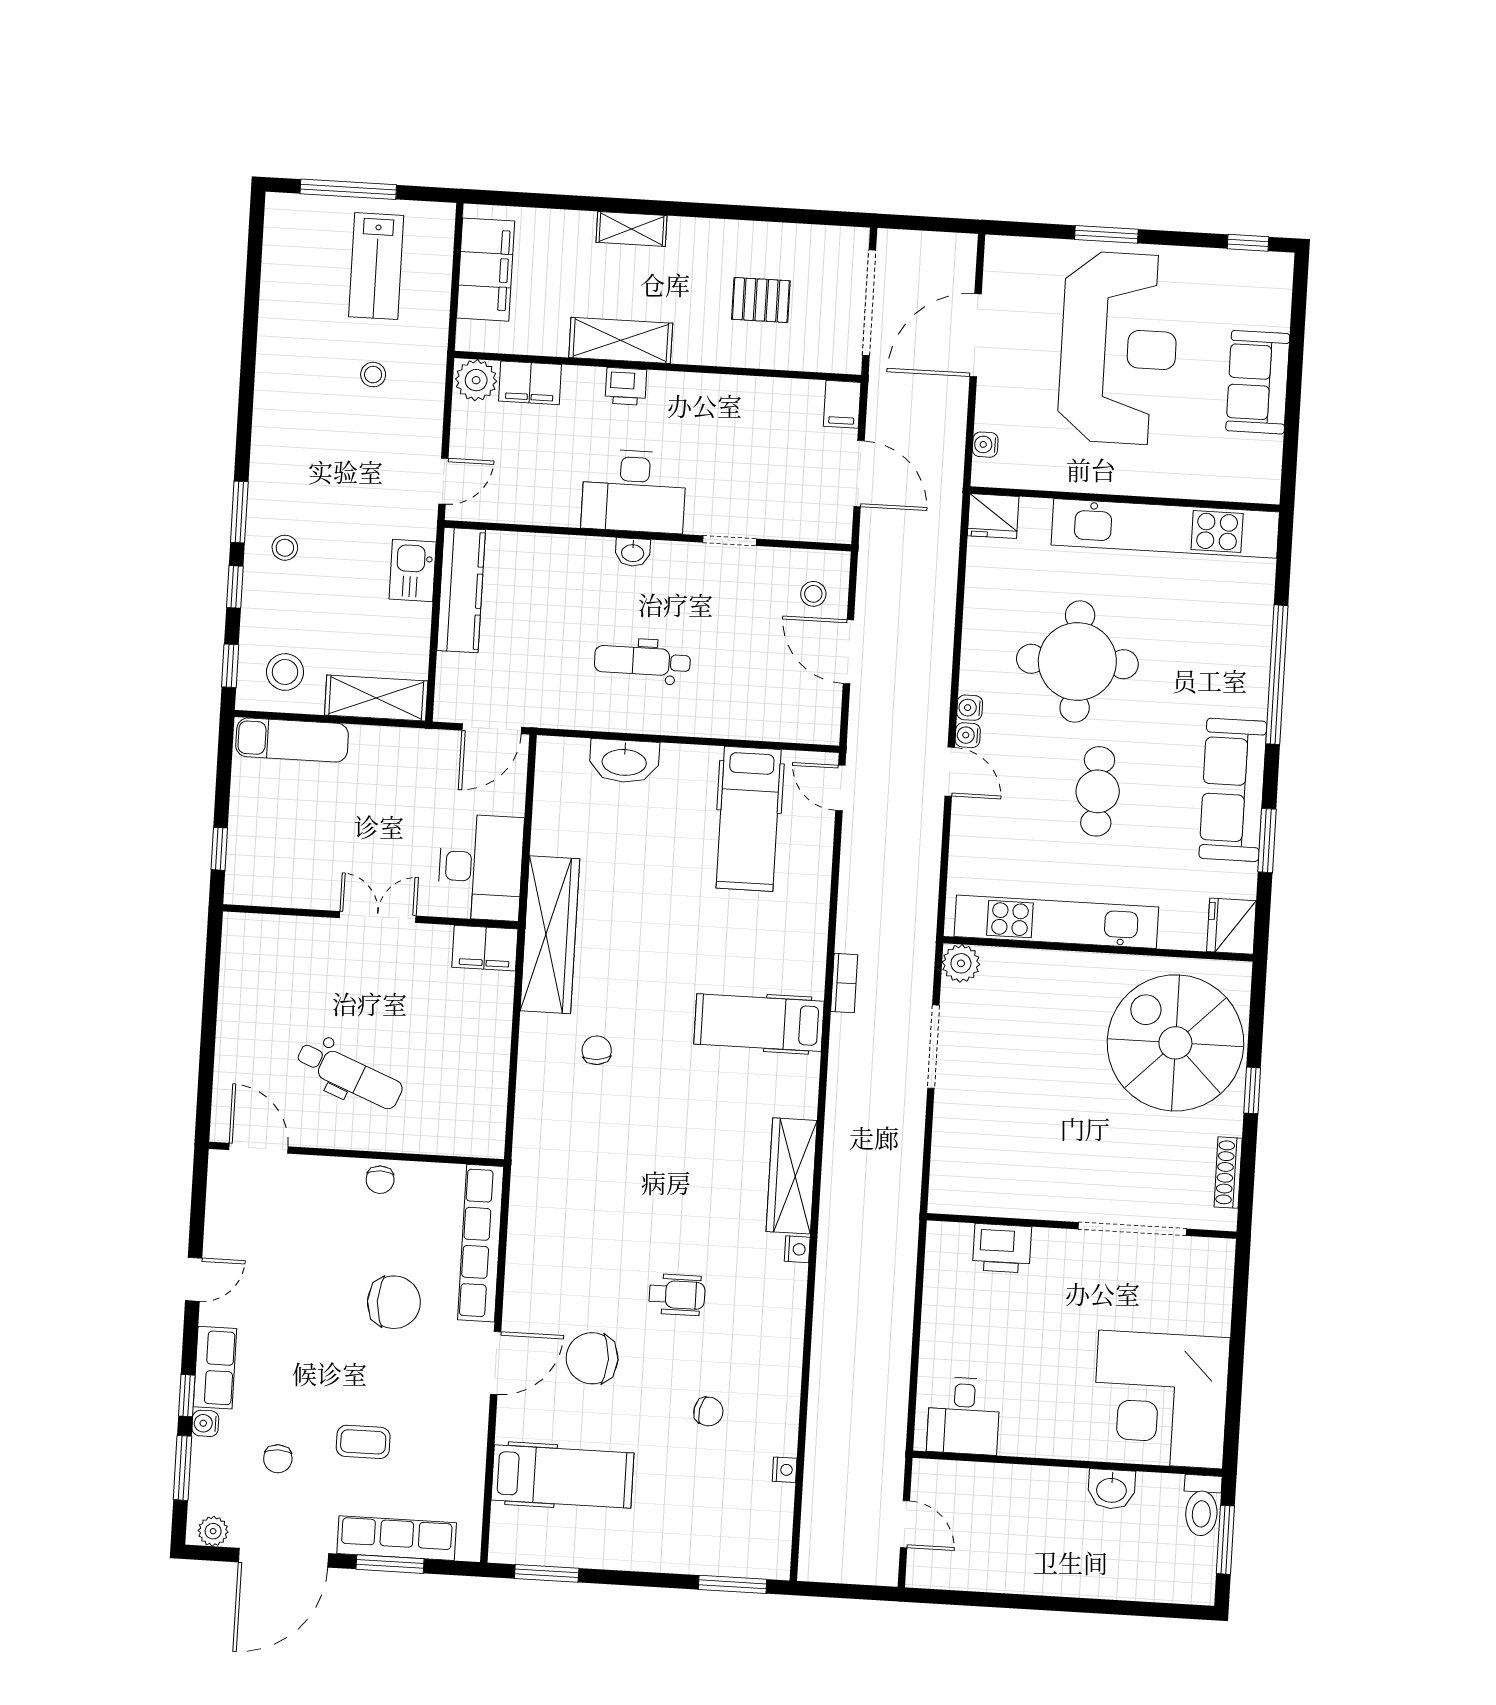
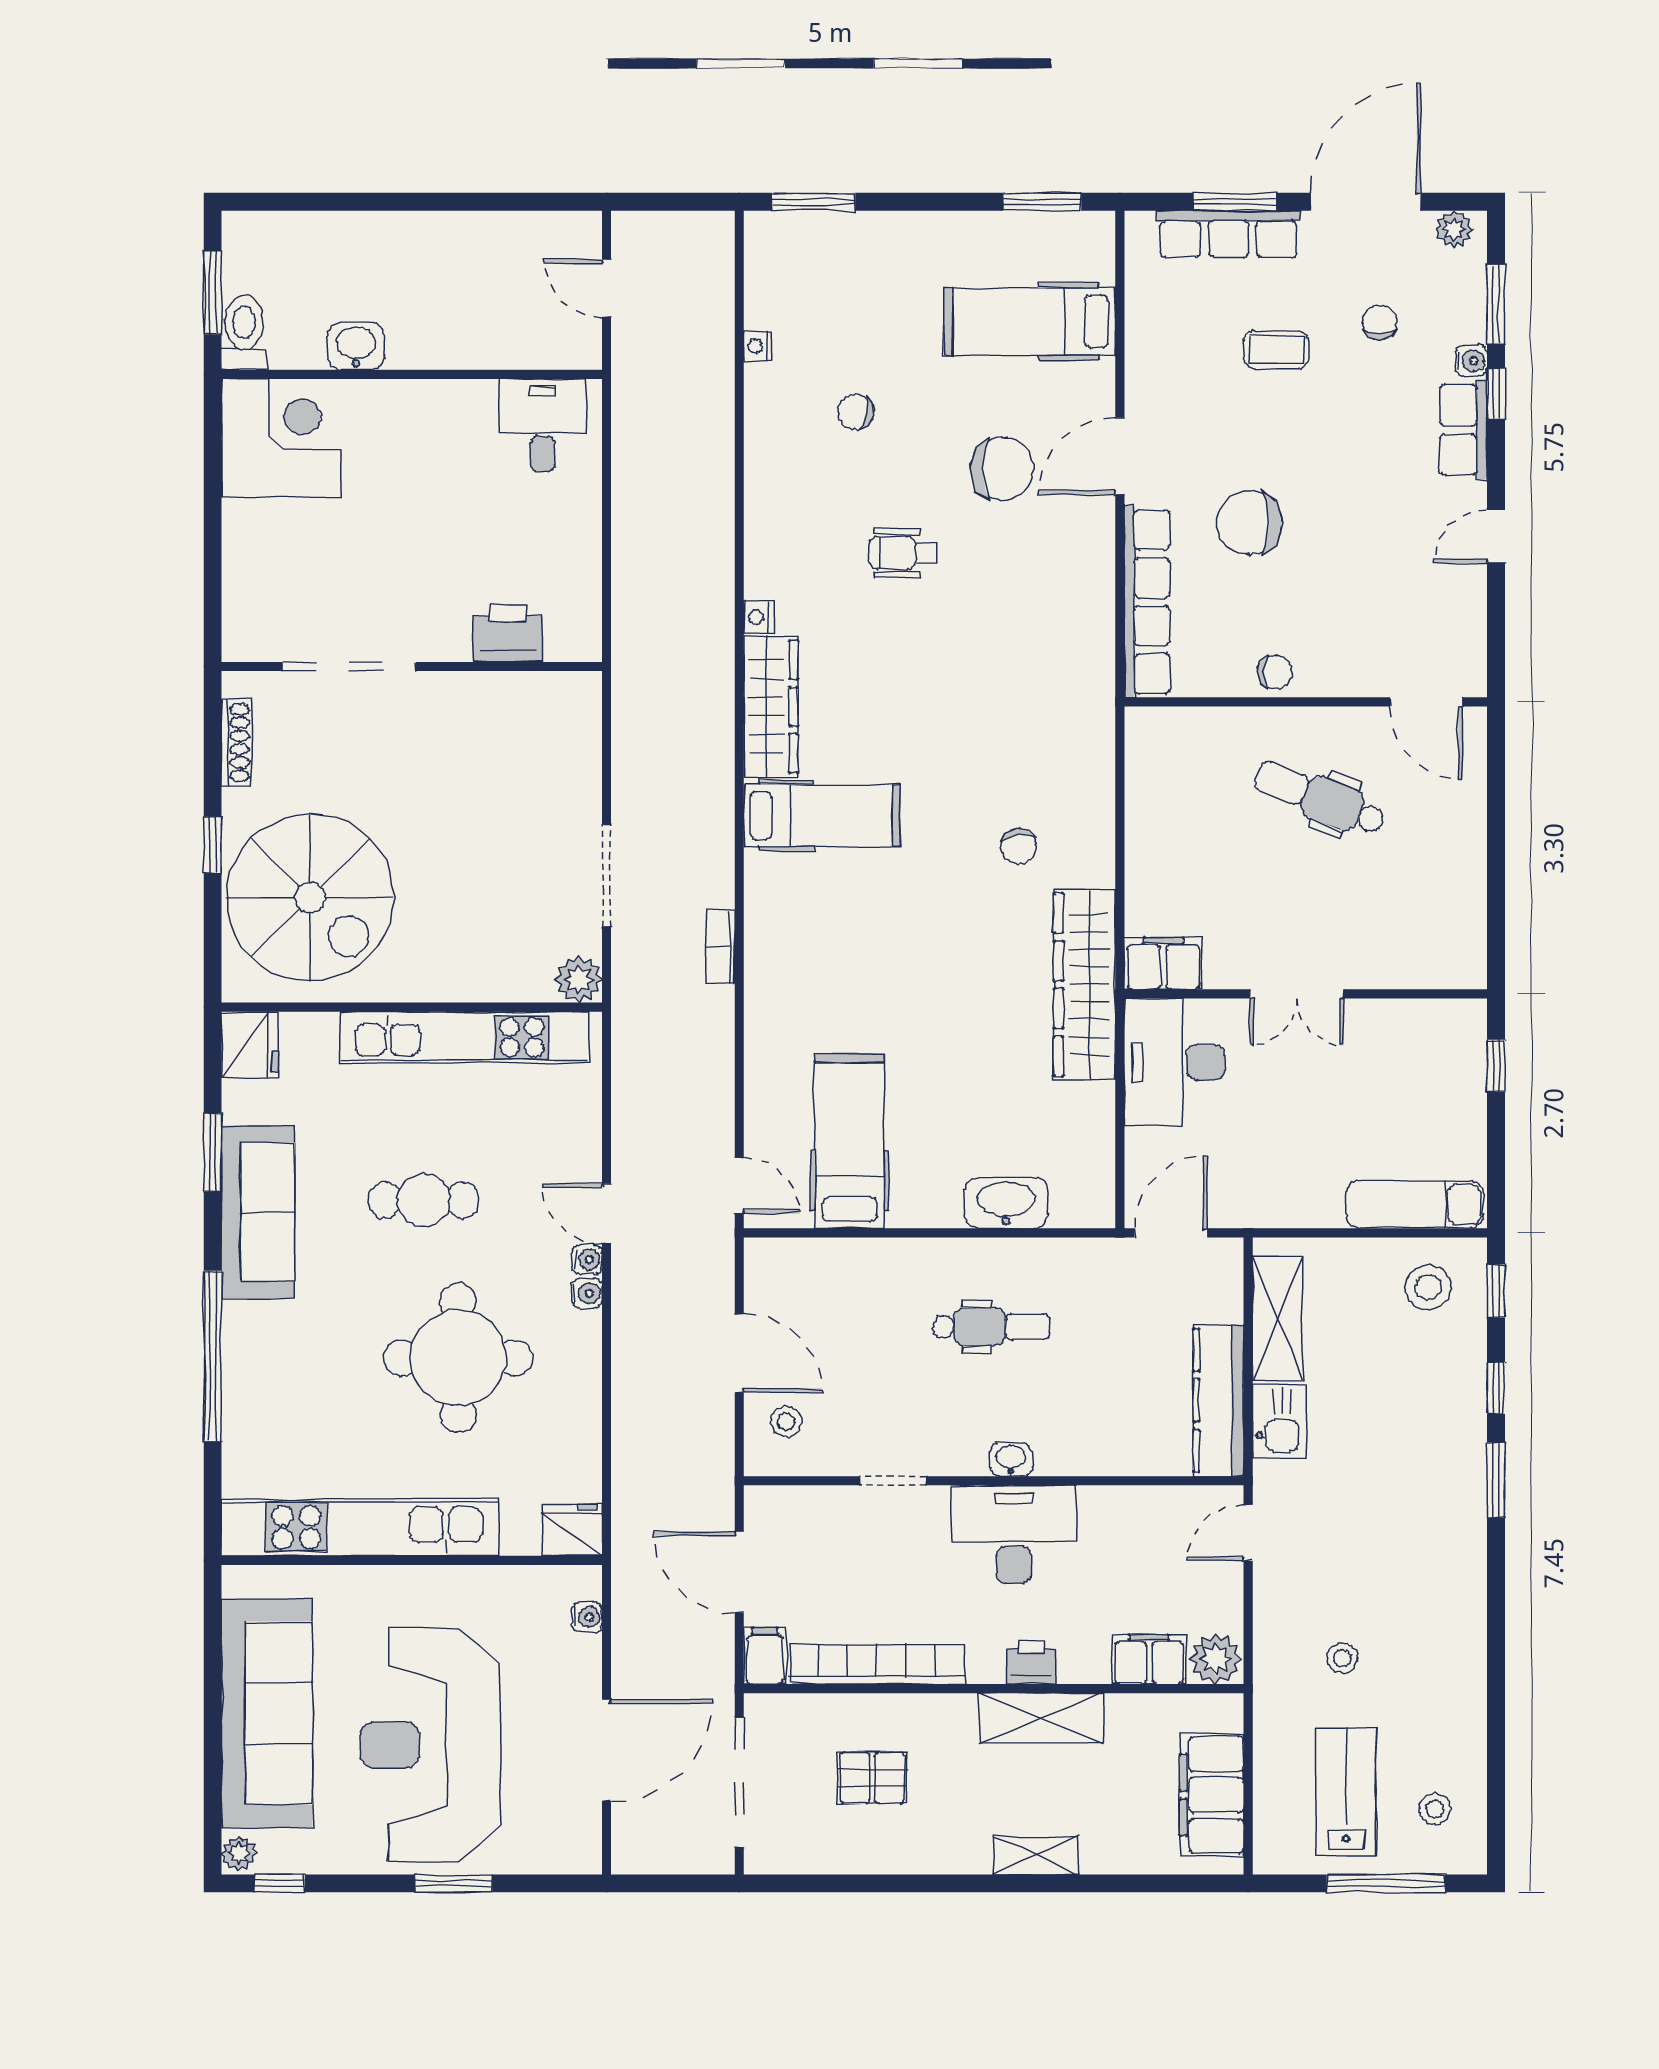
plant: (1280, 269) -> (239, 1853), added
sofa: (1258, 382) -> (267, 1713), width x1.85, depth x1.27
bookcase: (751, 392) -> (877, 1664), added
stool: (285, 548) -> (1435, 1809), moved
shelving: (376, 698) -> (1277, 1318), moved, turned 90
cafe table: (1098, 791) -> (424, 1200), turned 90
hospital bed: (759, 1023) -> (822, 816), moved
chair: (380, 1180) -> (1275, 672), turned 90
corner desk: (1161, 1399) -> (281, 438), width x0.74, depth x0.74

